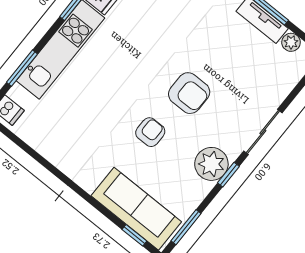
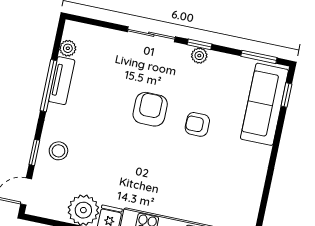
plant: (211, 164) -> (199, 56), width x0.53, depth x0.53

